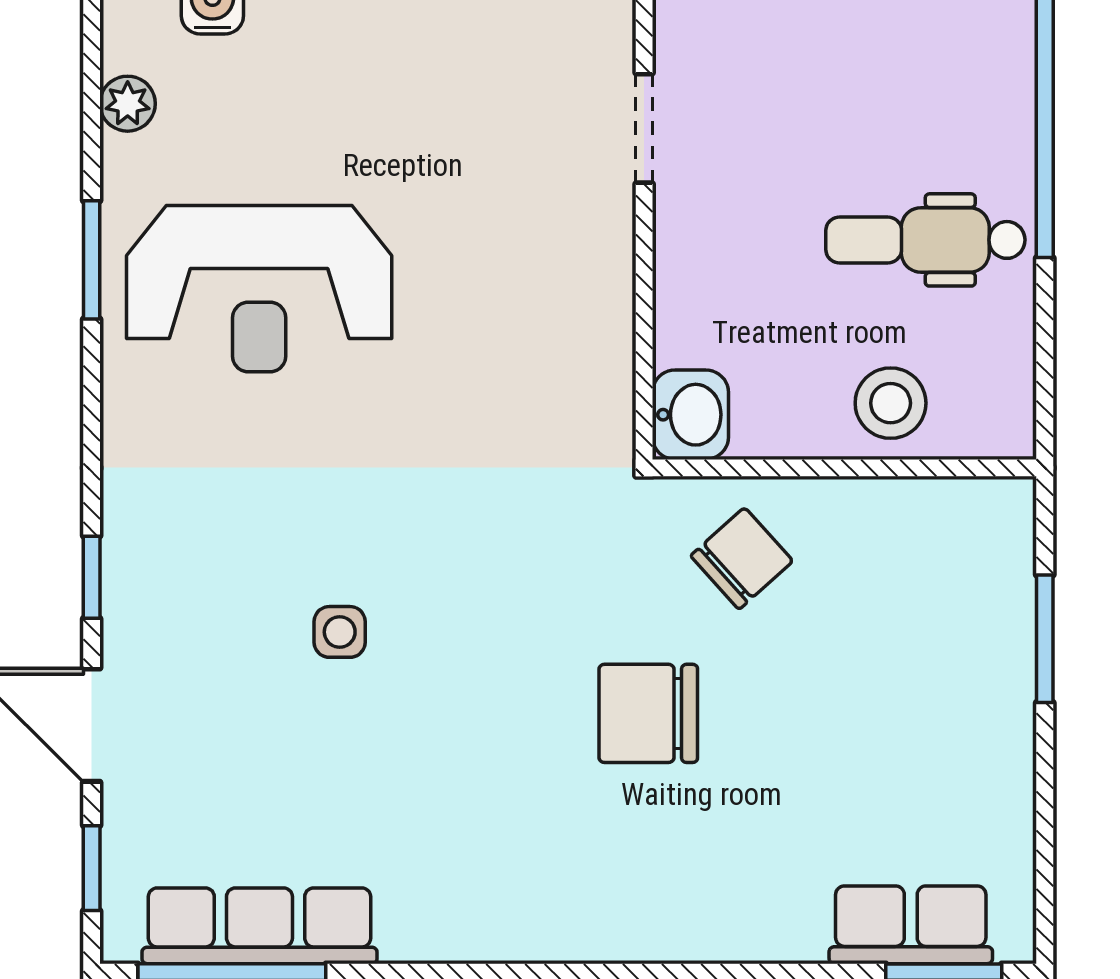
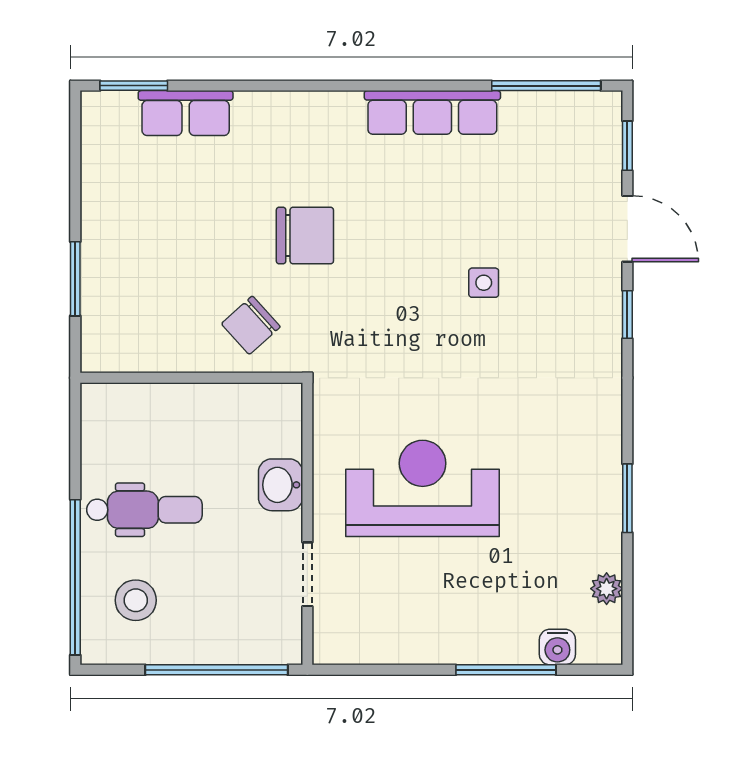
reception desk: (259, 289) -> (423, 488), moved
stool: (891, 403) -> (136, 600), moved
washbasin: (690, 415) -> (281, 485), moved
row of seats: (911, 925) -> (186, 113), moved
row of seats: (259, 926) -> (432, 112), moved

